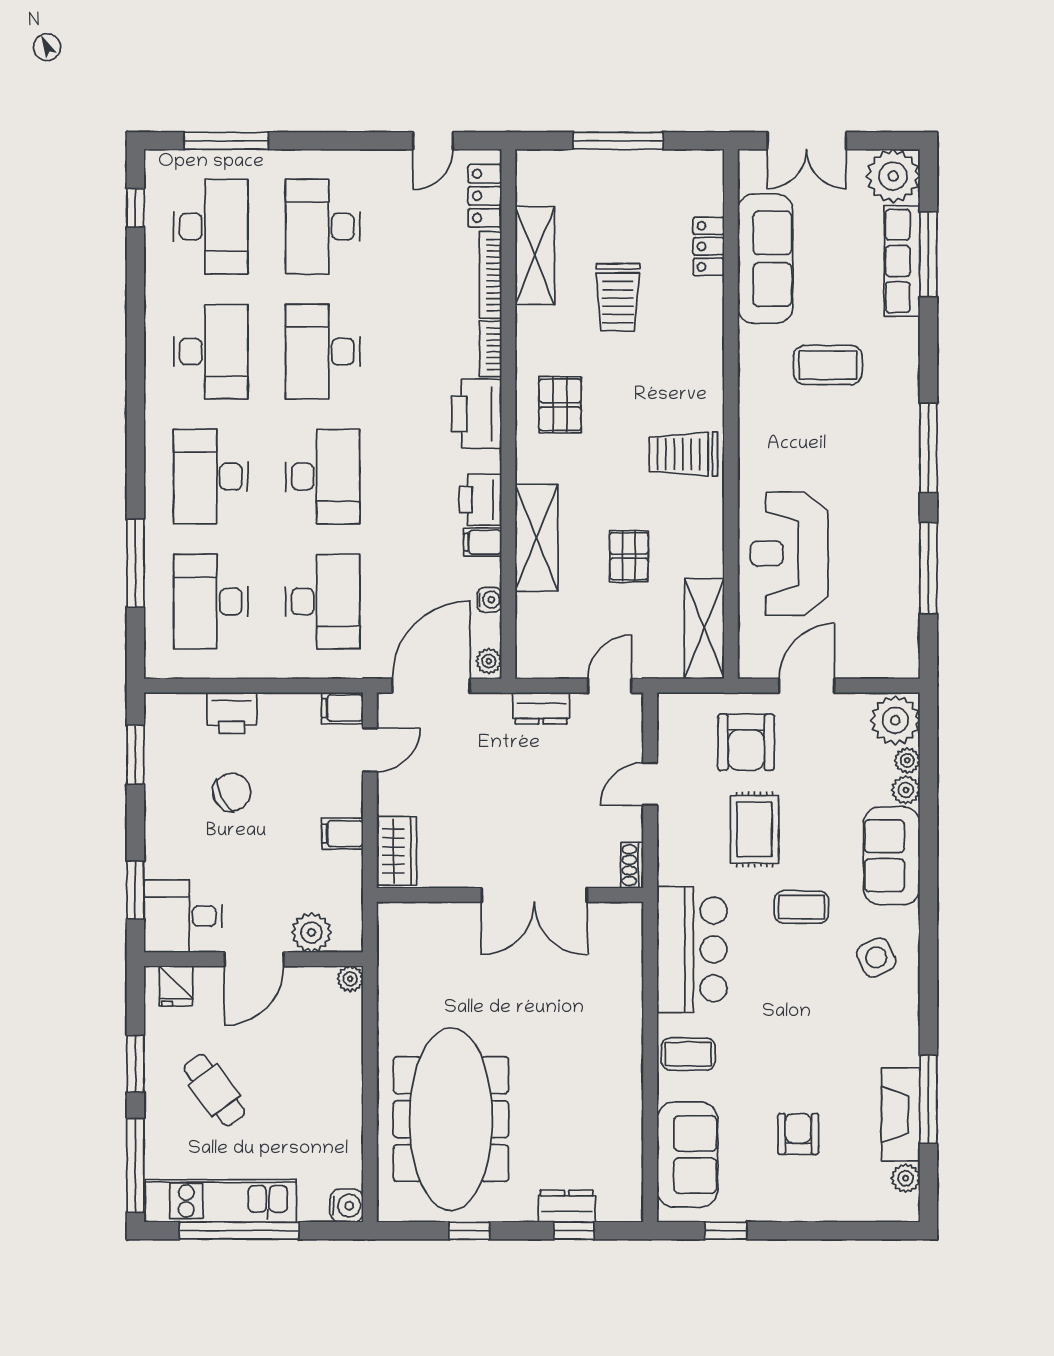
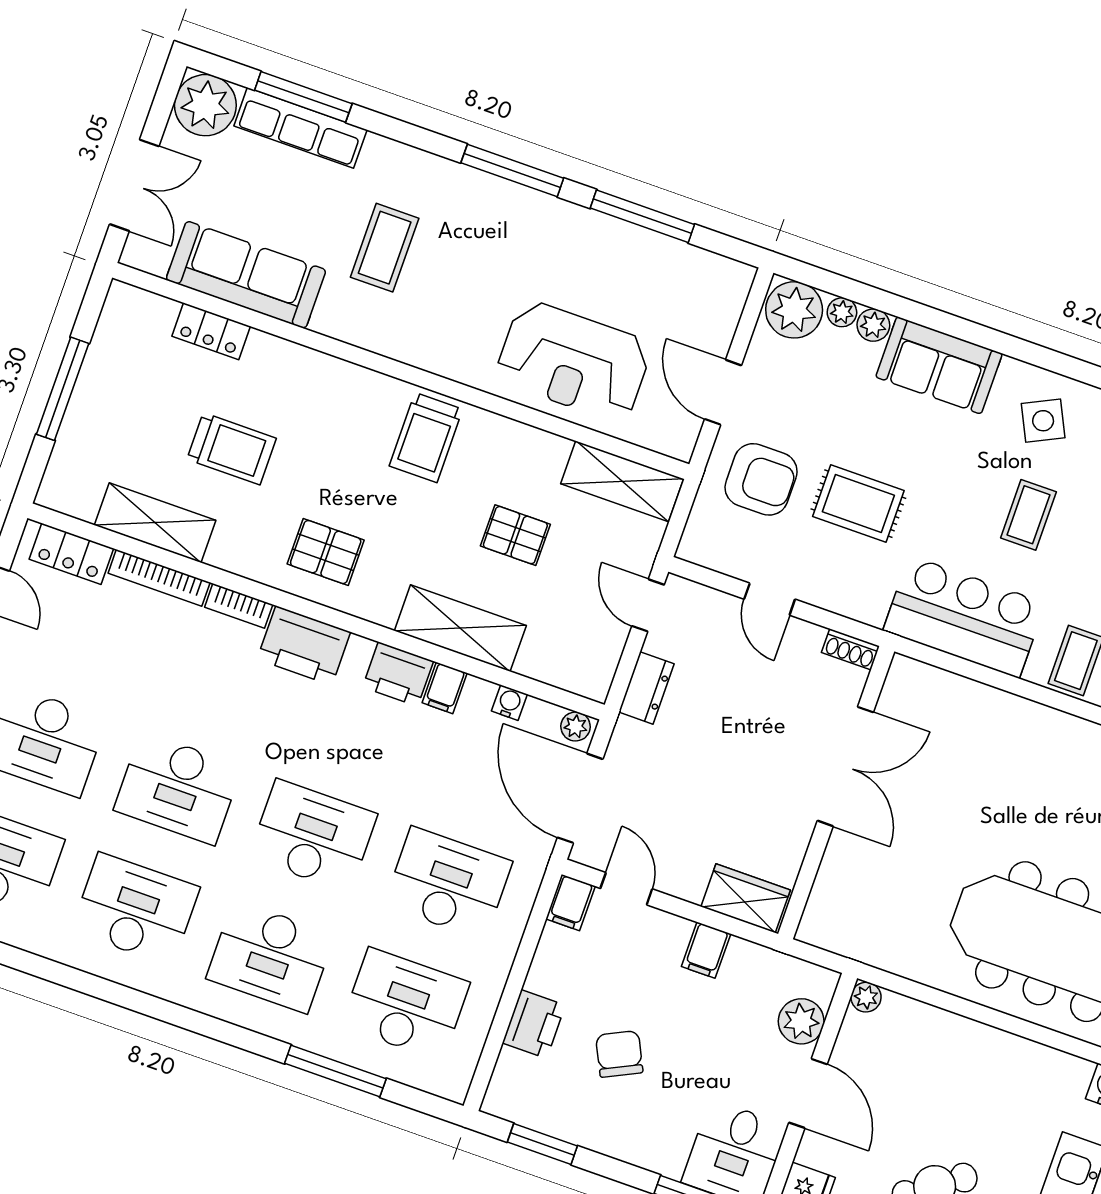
desk: (211, 602) -> (405, 1004), turned 180
coffee table: (801, 907) -> (1028, 515), moved

